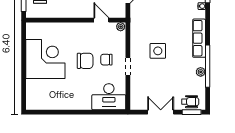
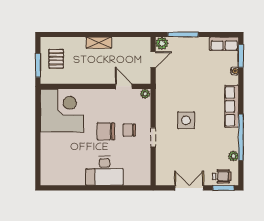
corner desk: (45, 59) -> (62, 111), moved
chair: (85, 61) -> (106, 131), turned 180
plant: (201, 72) -> (233, 156), moved
desk: (109, 97) -> (105, 171), moved

